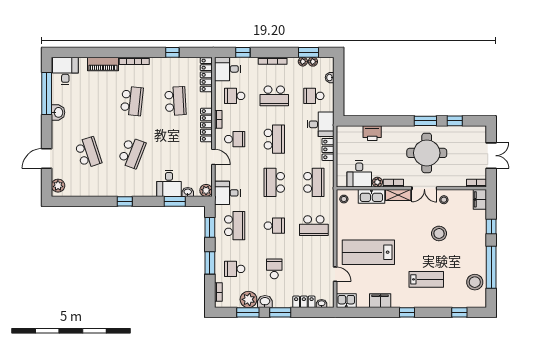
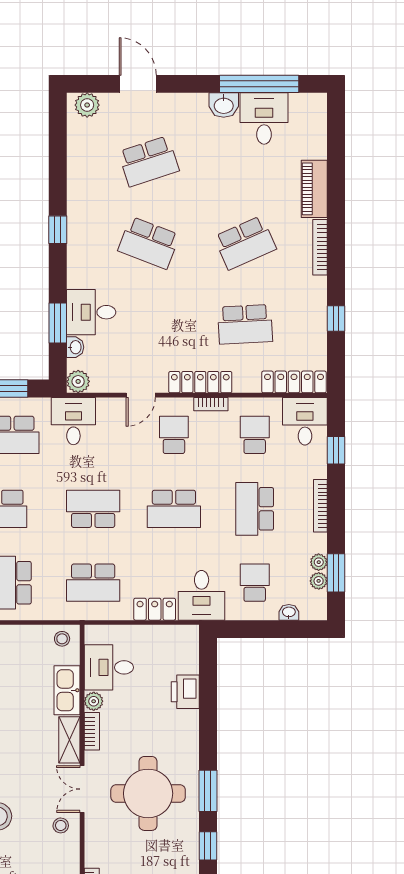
desk: (65, 71) -> (264, 118), moved, turned -90
school desk: (132, 101) -> (245, 243), turned -30
school desk: (235, 139) -> (174, 435), turned 180

